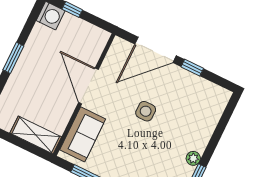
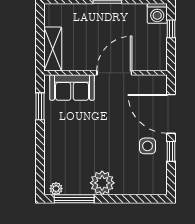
side table: (146, 111) -> (148, 146), moved
plant: (193, 158) -> (102, 183), width x1.88, depth x1.88

